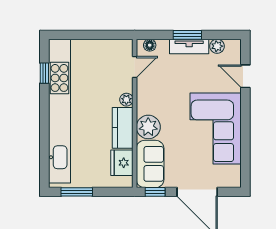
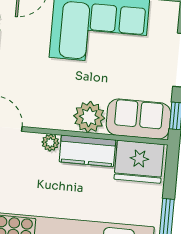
fridge: (122, 163) -> (139, 162), width x1.36, depth x1.34

